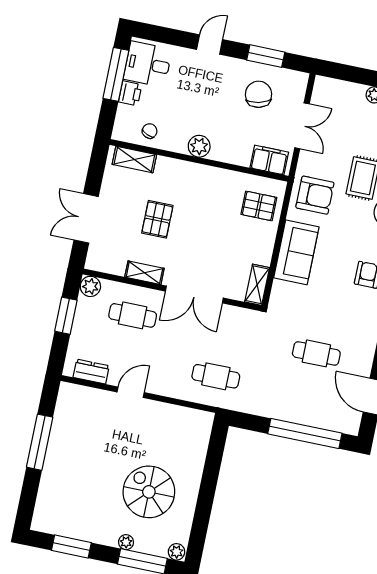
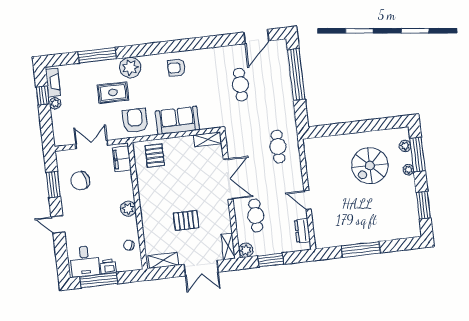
shelving: (134, 160) -> (163, 260), moved, turned 90
shelving: (144, 273) -> (228, 246), moved
plant: (177, 552) -> (405, 146), moved

